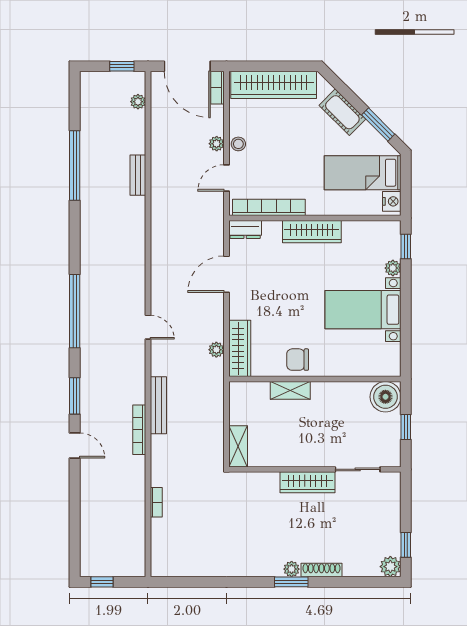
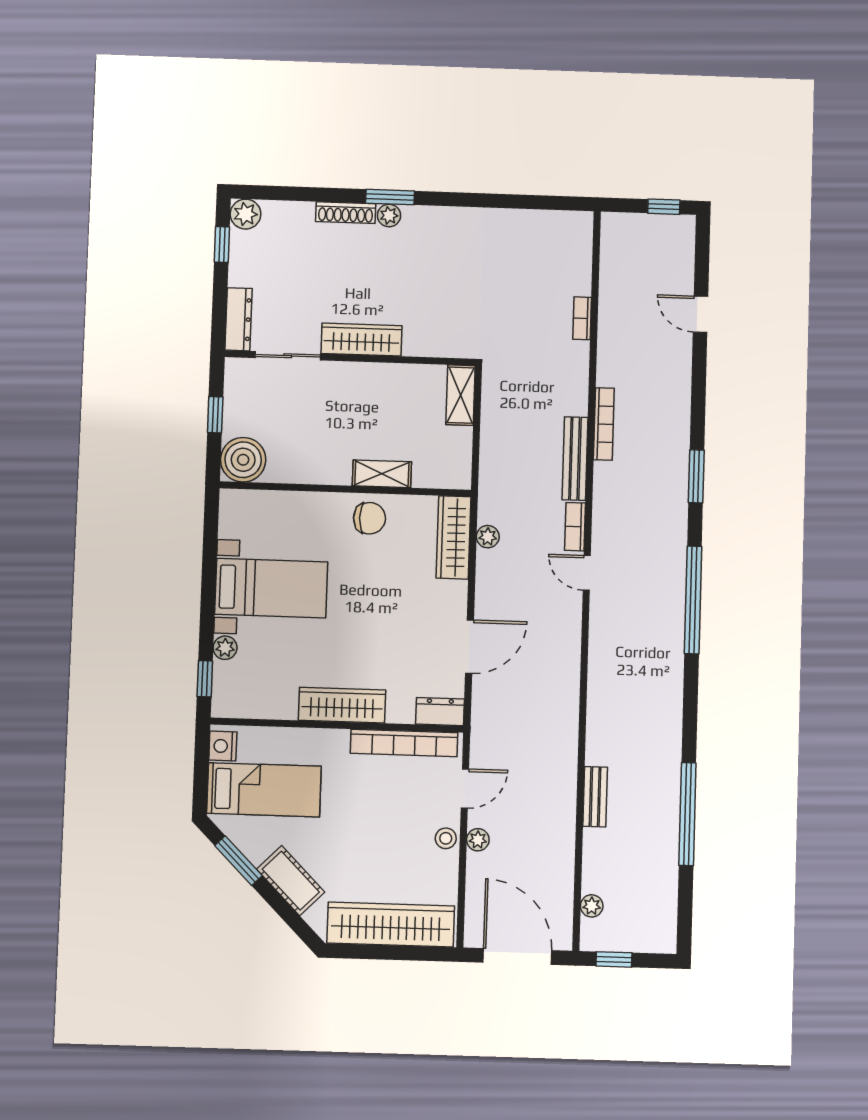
bookcase: (218, 88) -> (575, 527), moved, turned 180
door: (75, 445) -> (701, 314), moved
dresser: (392, 493) -> (238, 319), added

